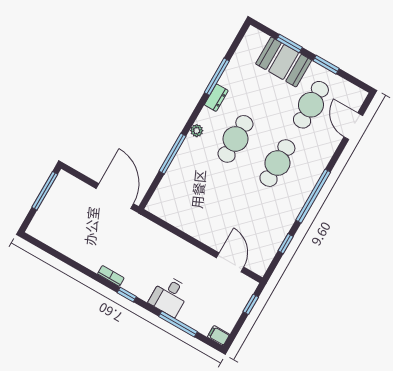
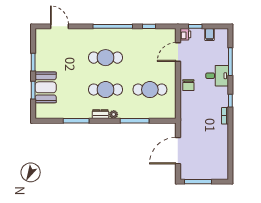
dresser: (216, 98) -> (100, 114), moved
cafe table: (311, 105) -> (150, 90), moved
door: (353, 126) -> (60, 26), swing flipped
door: (115, 196) -> (178, 151), moved
chair: (179, 251) -> (188, 85), added
printer: (248, 285) -> (185, 34), added
filing cabinet: (218, 336) -> (210, 35), moved

